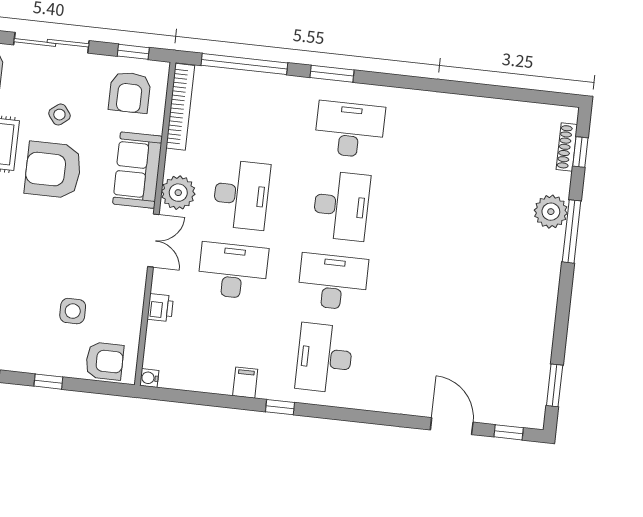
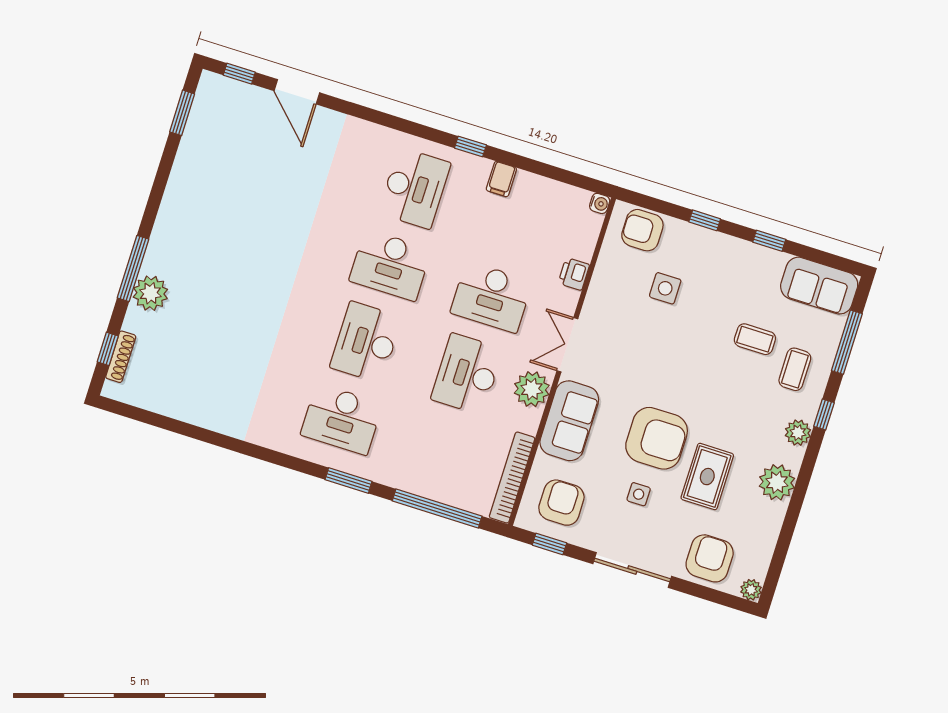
side table: (59, 115) -> (639, 494), turned 38

